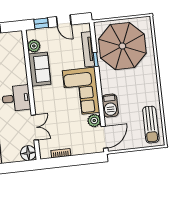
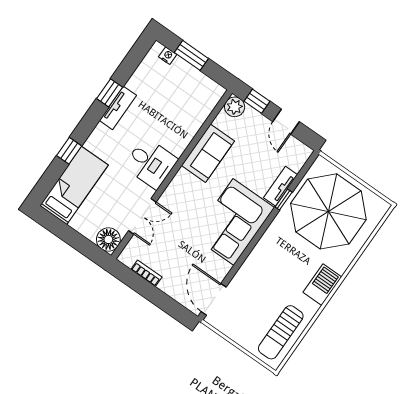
plant: (34, 46) -> (235, 107), moved
tv unit: (88, 49) -> (281, 186), width x0.71
barbecue: (110, 106) -> (322, 285), moved, turned 180
plant: (94, 121) -> (219, 269), removed
door: (104, 137) -> (214, 299), swing flipped

